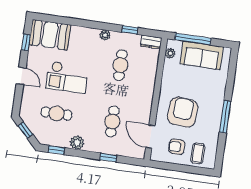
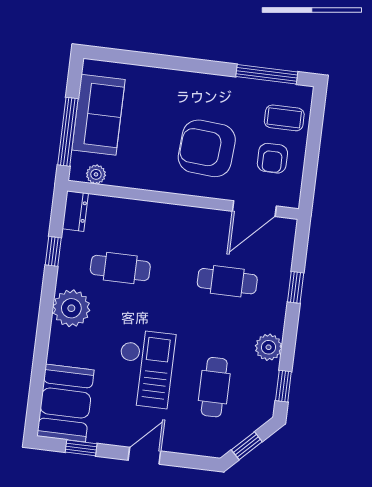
plant: (105, 35) -> (71, 308), width x1.87, depth x1.87
window: (225, 117) -> (267, 74), moved

